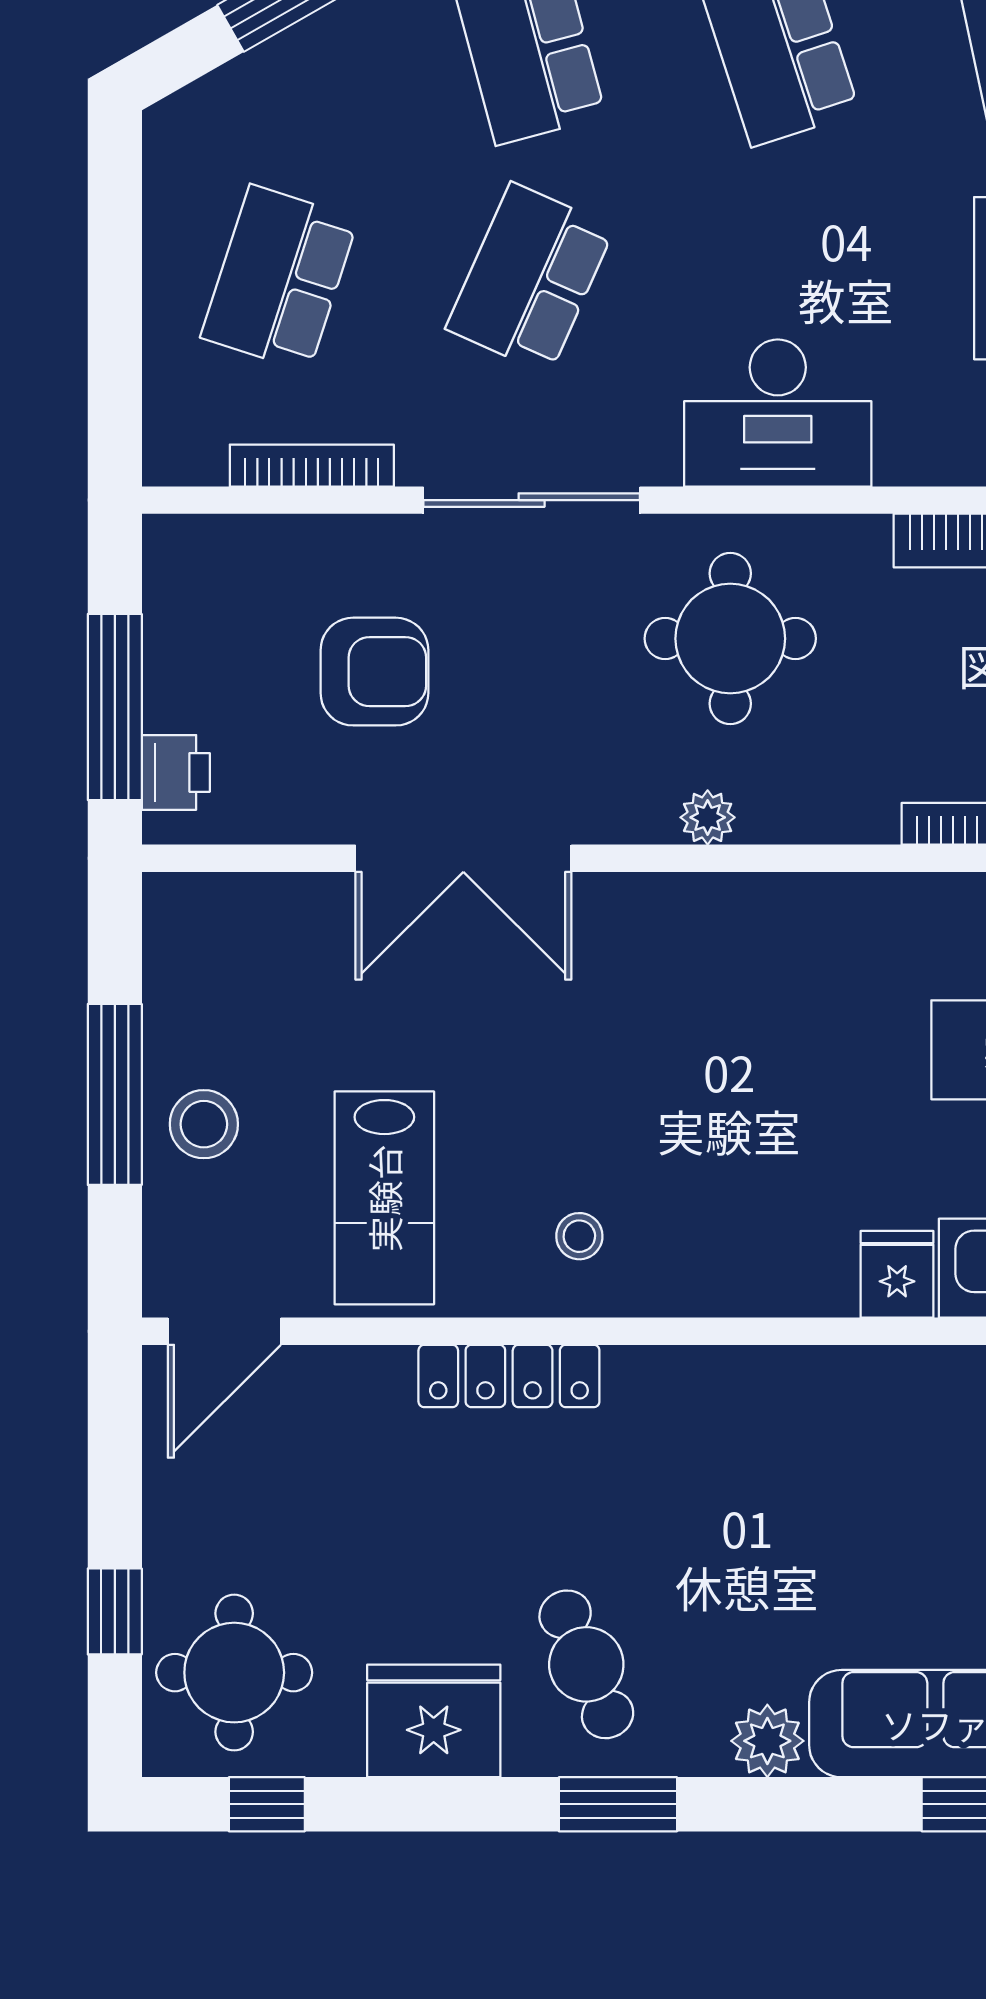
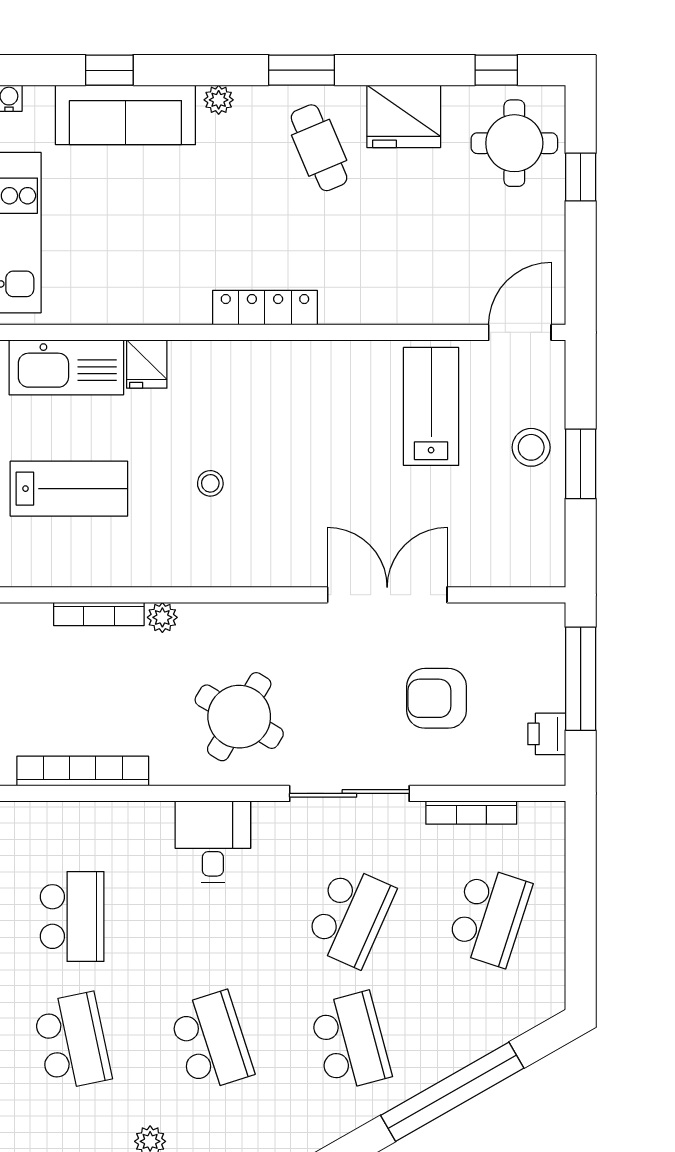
desk: (778, 413) -> (213, 842), width x0.73
round table: (730, 639) -> (239, 717), turned 31
printer: (176, 772) -> (547, 734), moved
plant: (708, 817) -> (162, 617), moved
window: (115, 1094) -> (581, 464), width x0.69
stool: (579, 1236) -> (210, 483), moved
locker: (509, 1376) -> (265, 308), moved
plant: (767, 1741) -> (219, 100), width x0.73, depth x0.73

